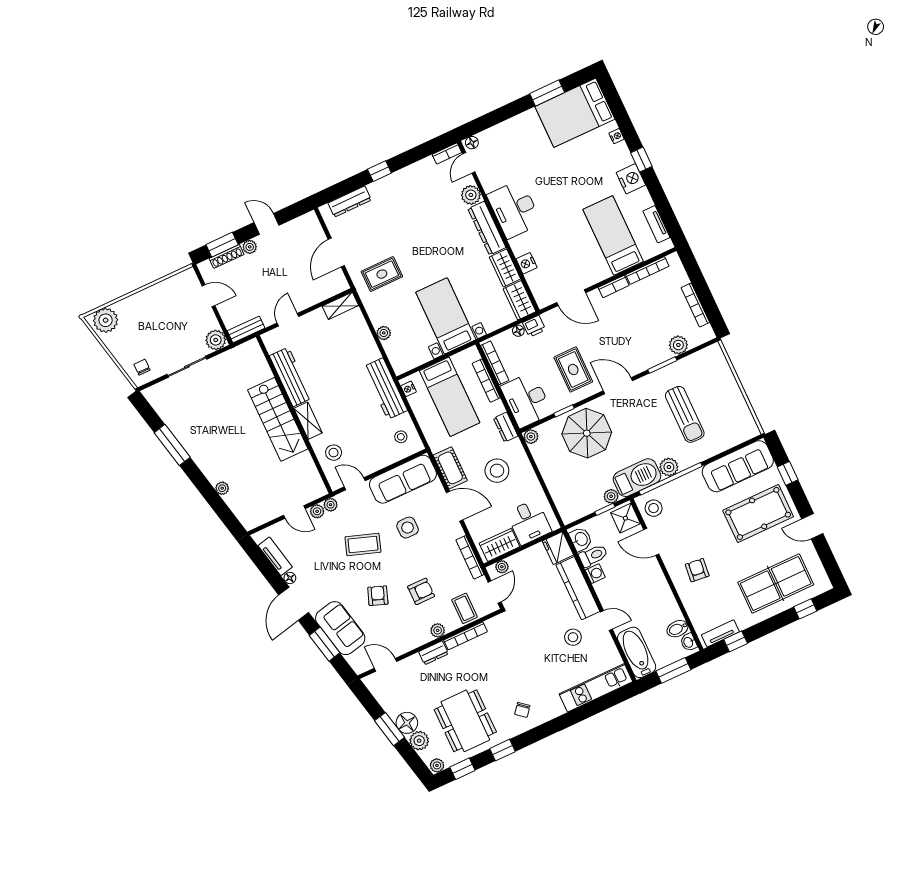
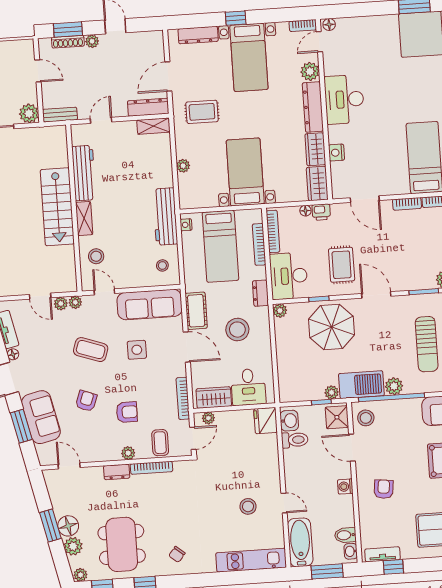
bed with nightstands: (407, 204) -> (249, 57), added
dresser: (328, 290) -> (148, 107), added
washing machine: (595, 574) -> (345, 487), moved, turned 180
kitchen counter: (578, 588) -> (270, 464), removed

